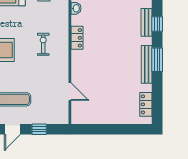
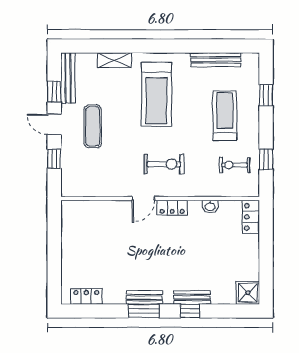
exercise bike: (43, 44) -> (164, 164), width x1.38, depth x1.39
bench: (147, 64) -> (144, 297), width x0.73
door: (70, 92) -> (143, 198), moved

